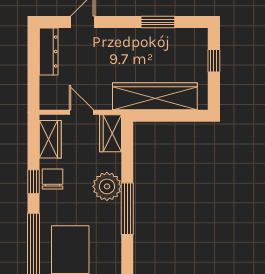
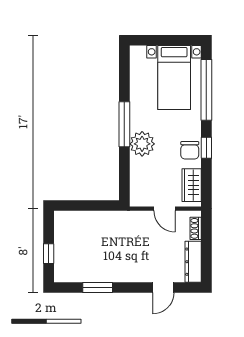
shoe rack: (46, 90) -> (196, 228), added
wardrobe: (155, 96) -> (100, 223), removed
wardrobe: (110, 133) -> (139, 190), removed

